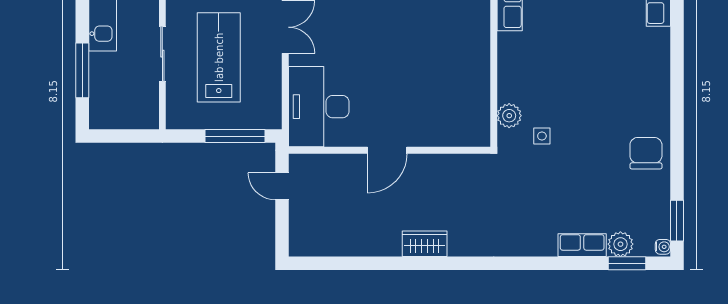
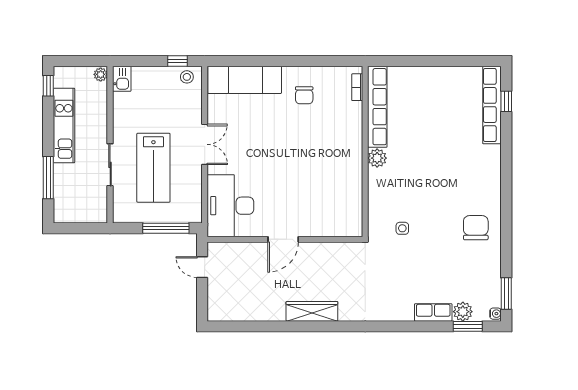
lab bench: (219, 57) -> (153, 168), turned 180
plant: (509, 116) -> (377, 158), moved
chair: (646, 153) -> (476, 228), moved
wardrobe: (425, 244) -> (312, 311), width x1.50

